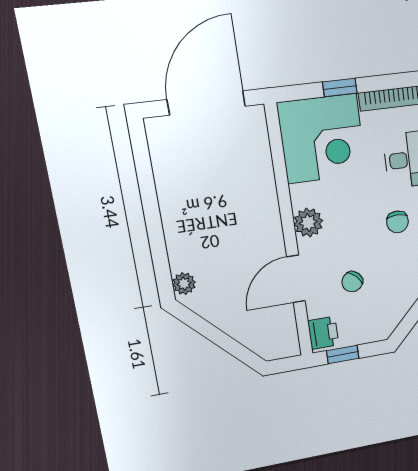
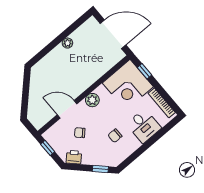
window: (340, 88) -> (145, 71), moved
plant: (184, 284) -> (67, 43), moved
printer: (323, 333) -> (74, 157), moved, turned -135

